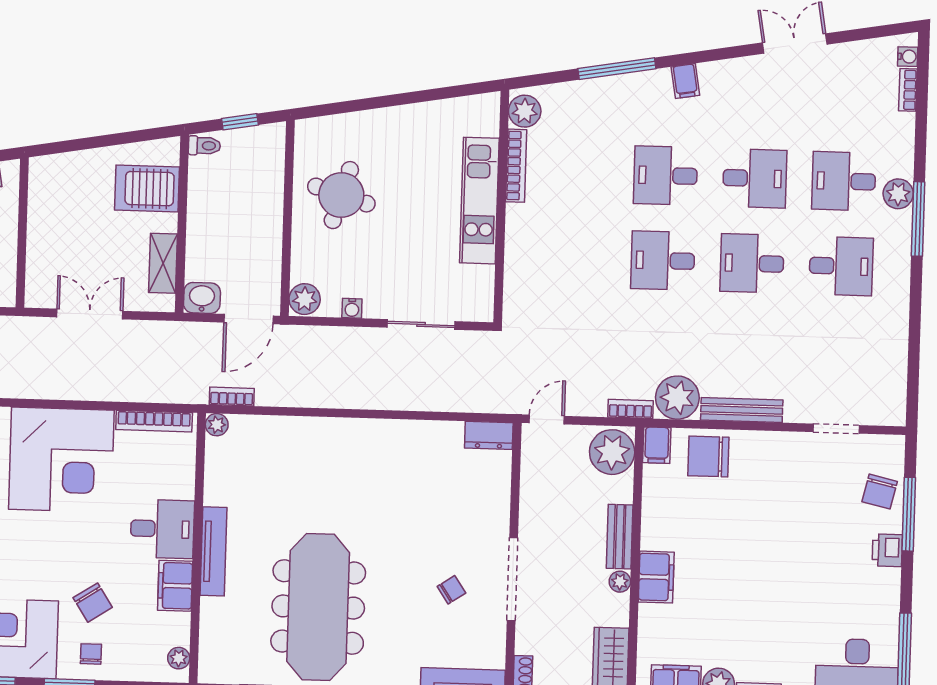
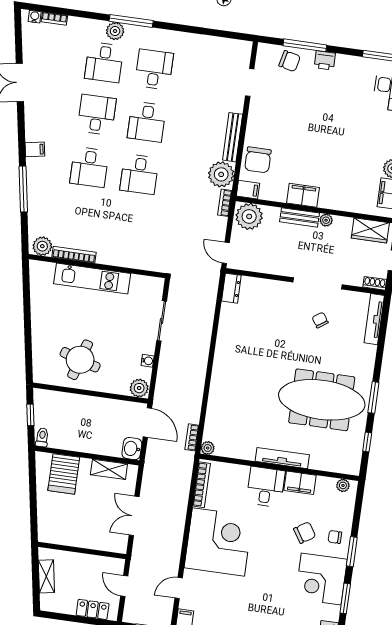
filing cabinet: (656, 577) -> (303, 195), moved

